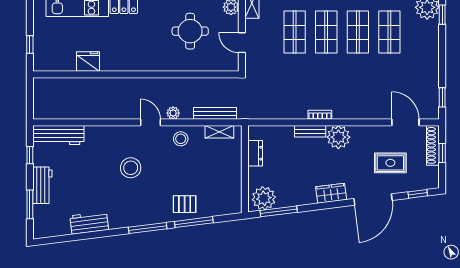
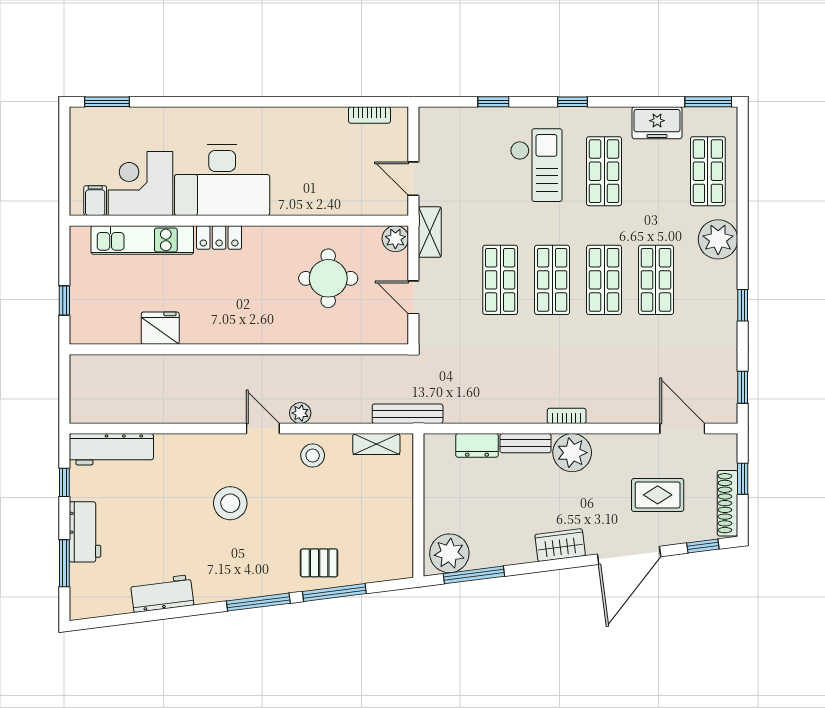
window: (442, 15) -> (743, 305), moved
bench: (215, 113) -> (408, 414), moved
bookcase: (320, 115) -> (567, 416), moved
shoe rack: (433, 145) -> (728, 503), moved
dresser: (255, 153) -> (477, 445), moved, turned 90

